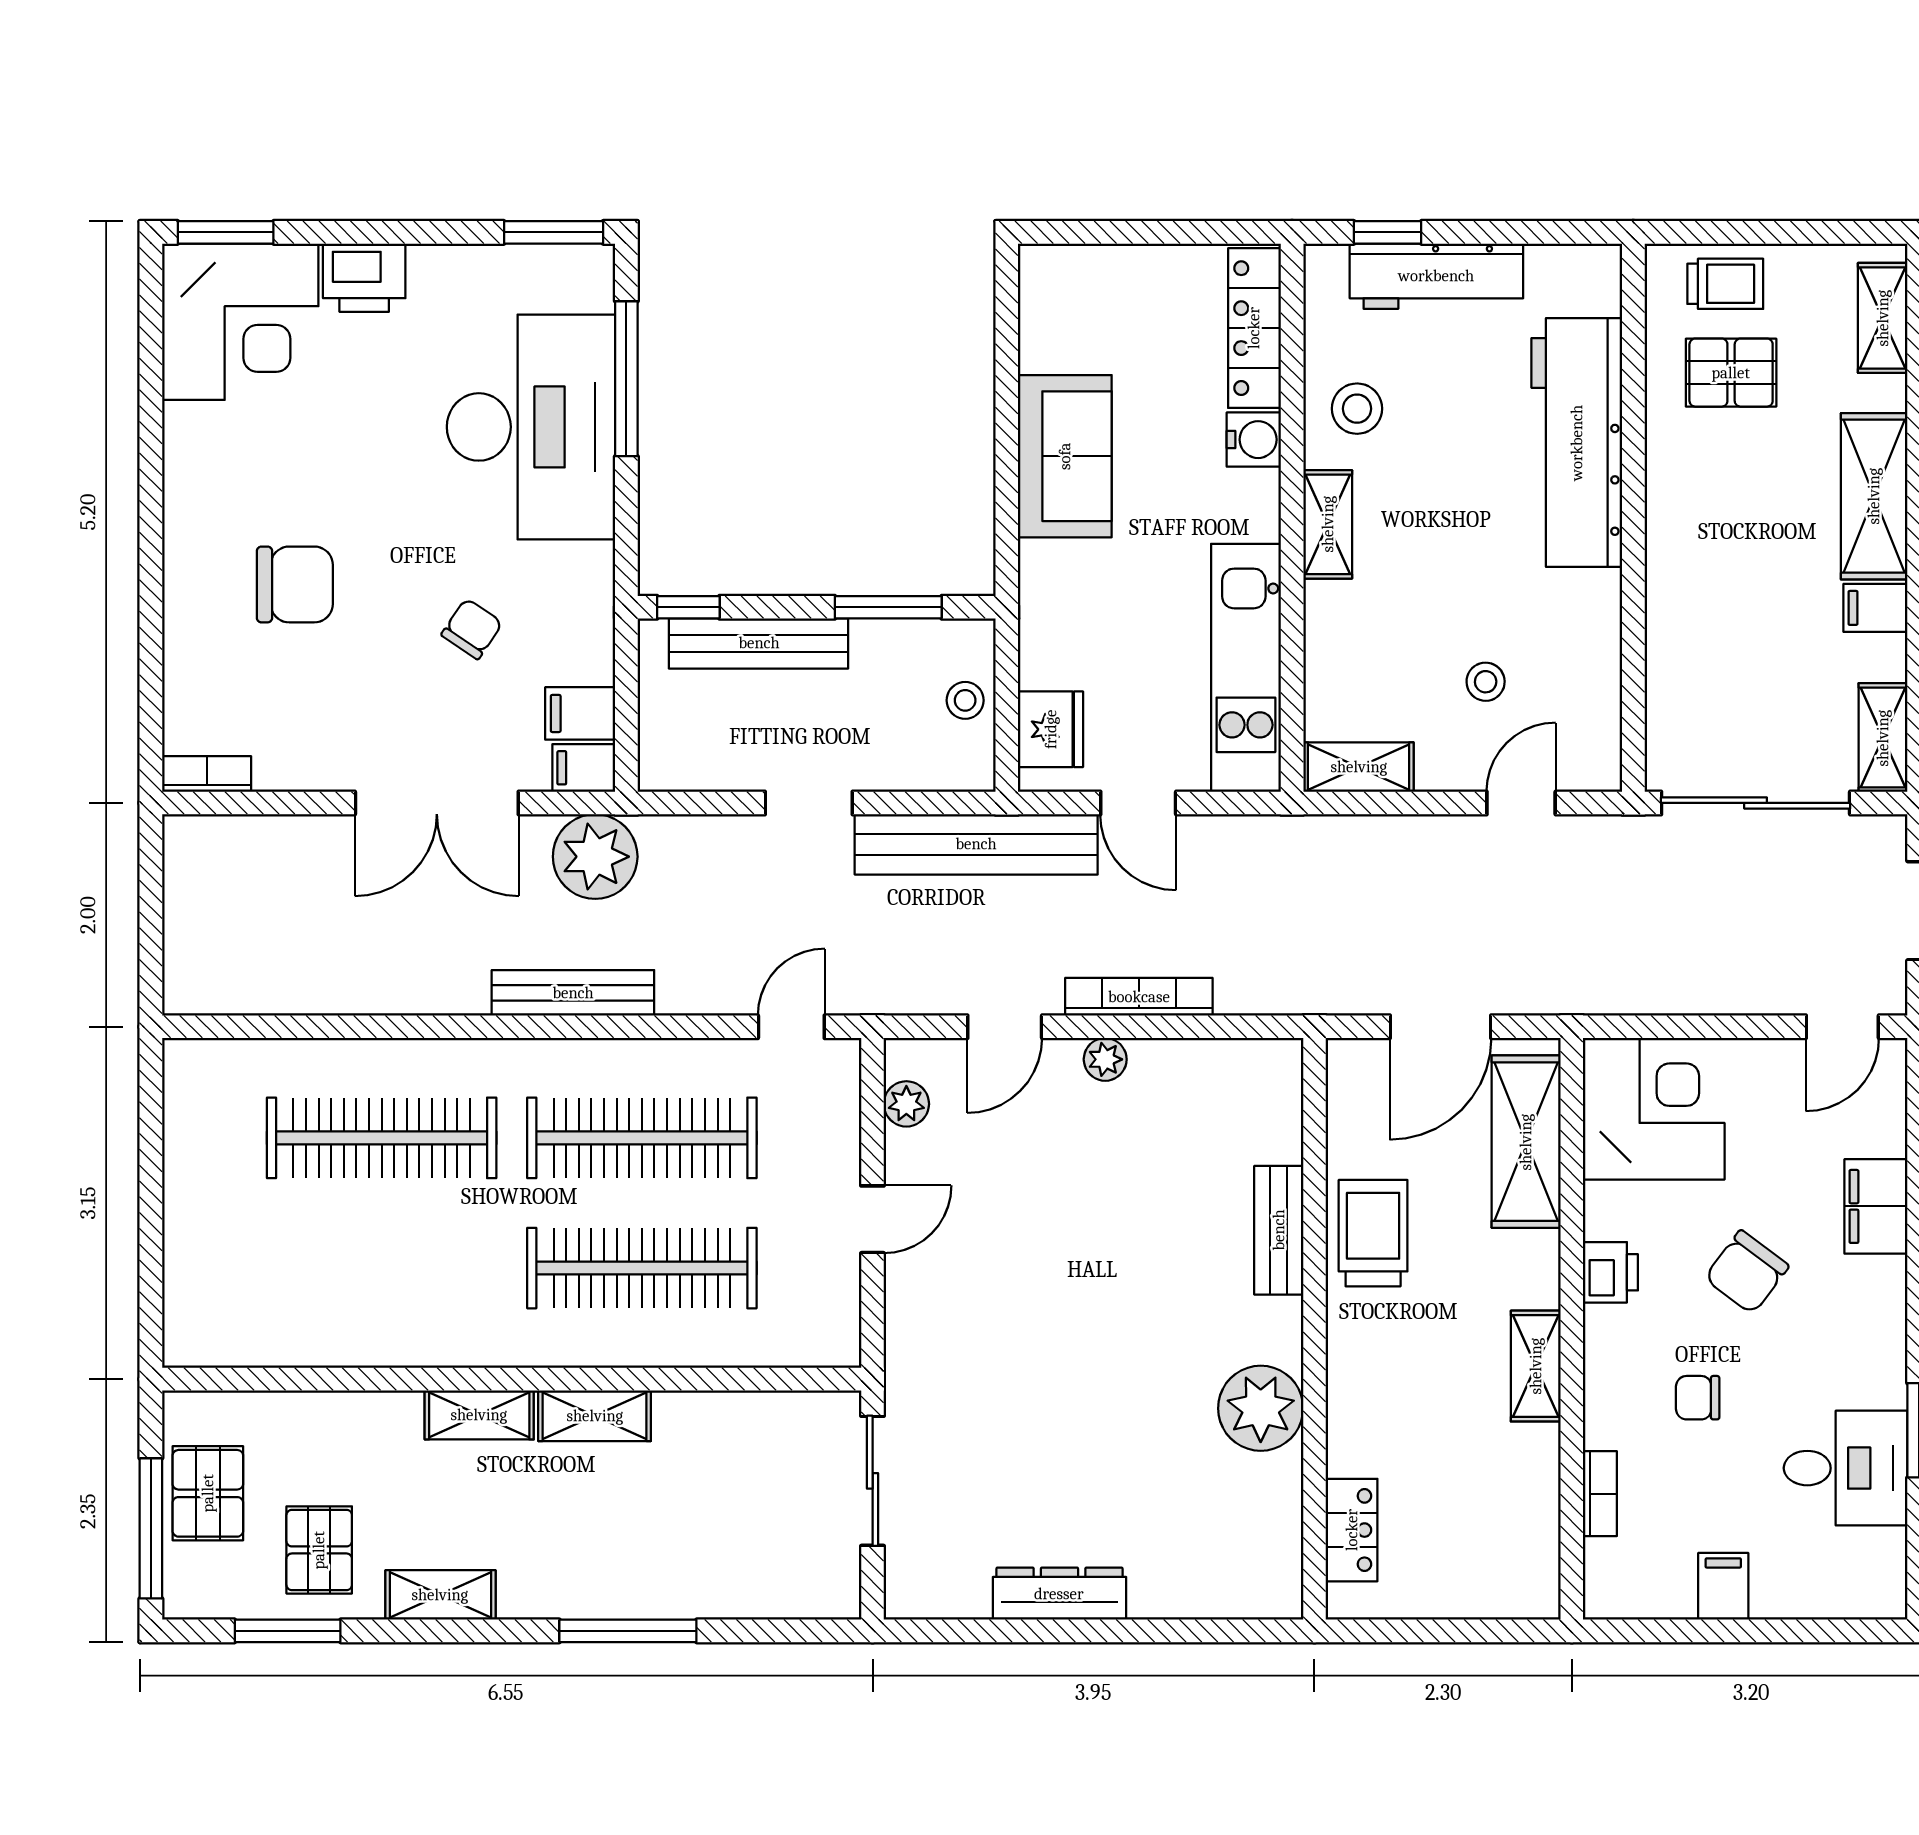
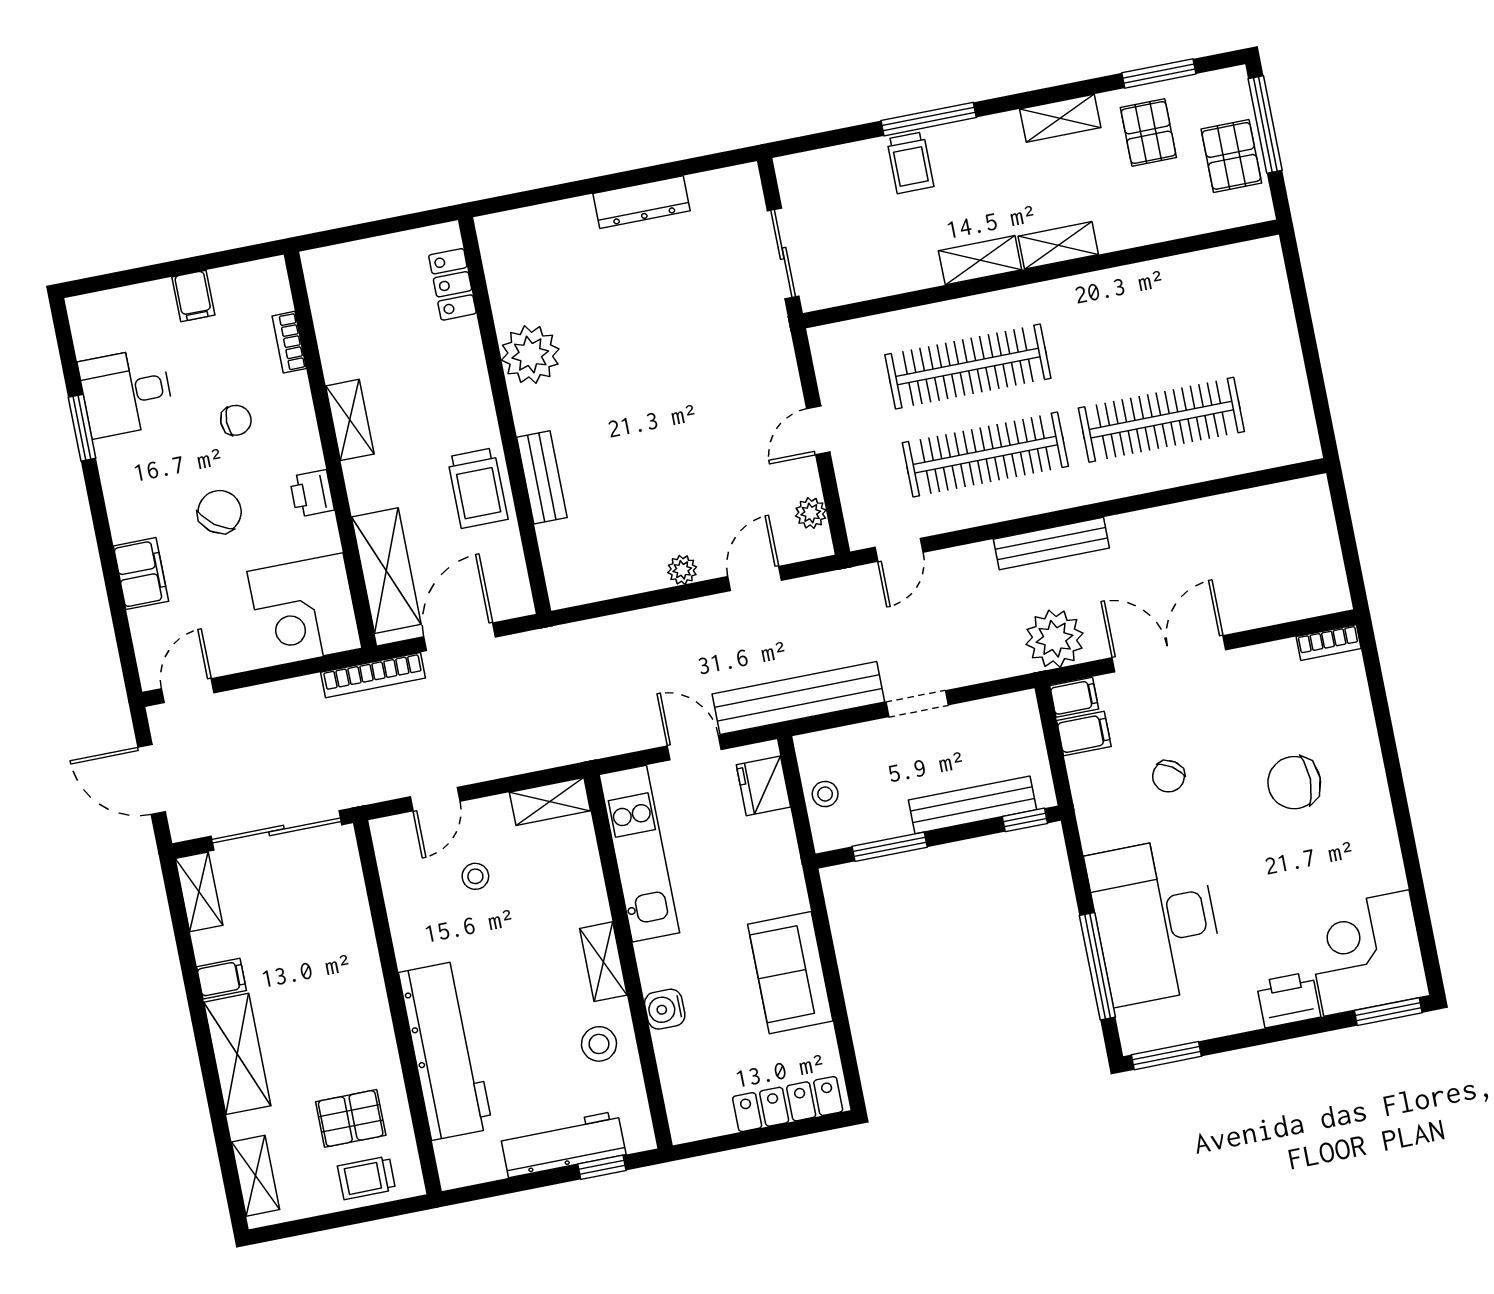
locker: (1254, 328) -> (788, 1104), moved, turned -90
bookcase: (1139, 997) -> (373, 675), moved
trolley: (666, 1574) -> (910, 163), added

